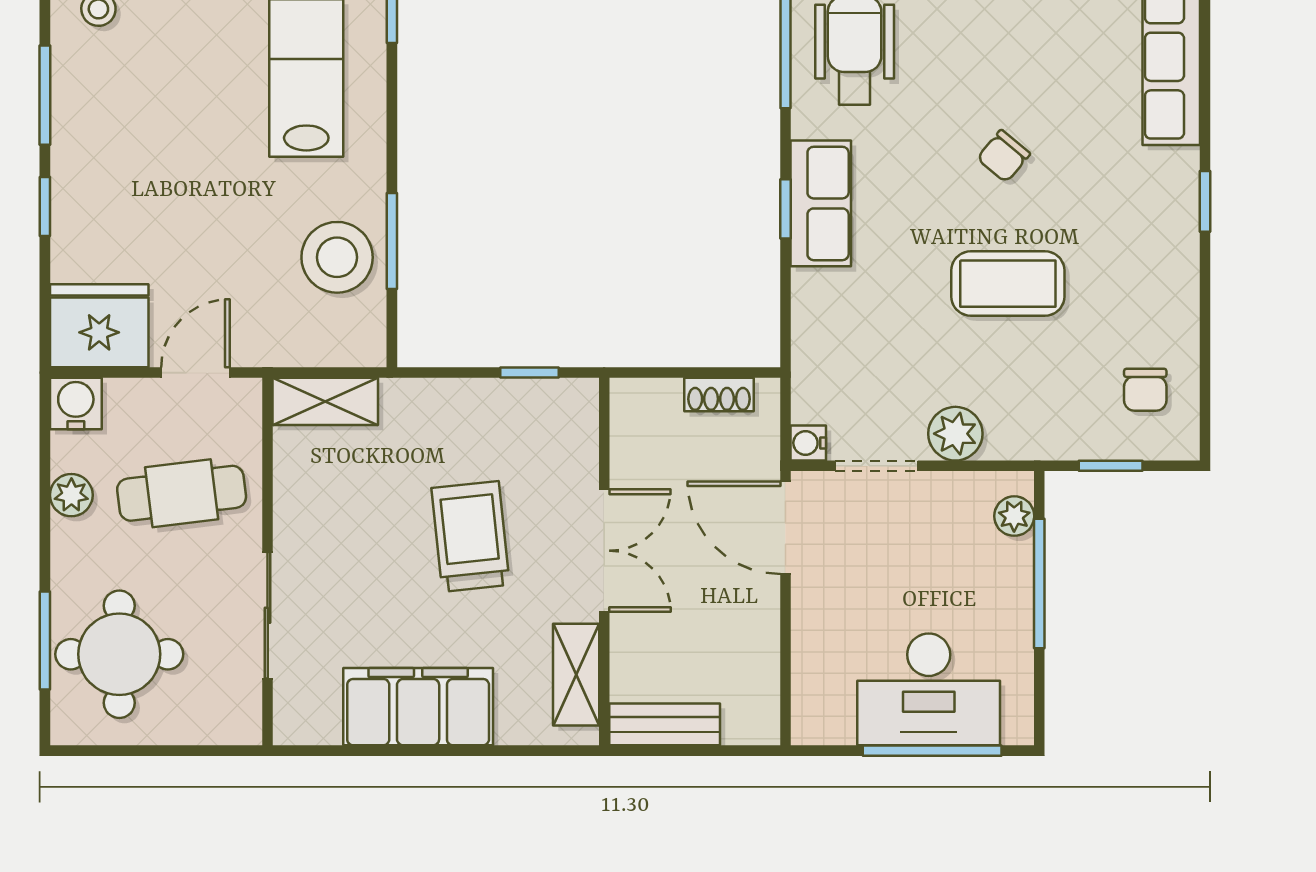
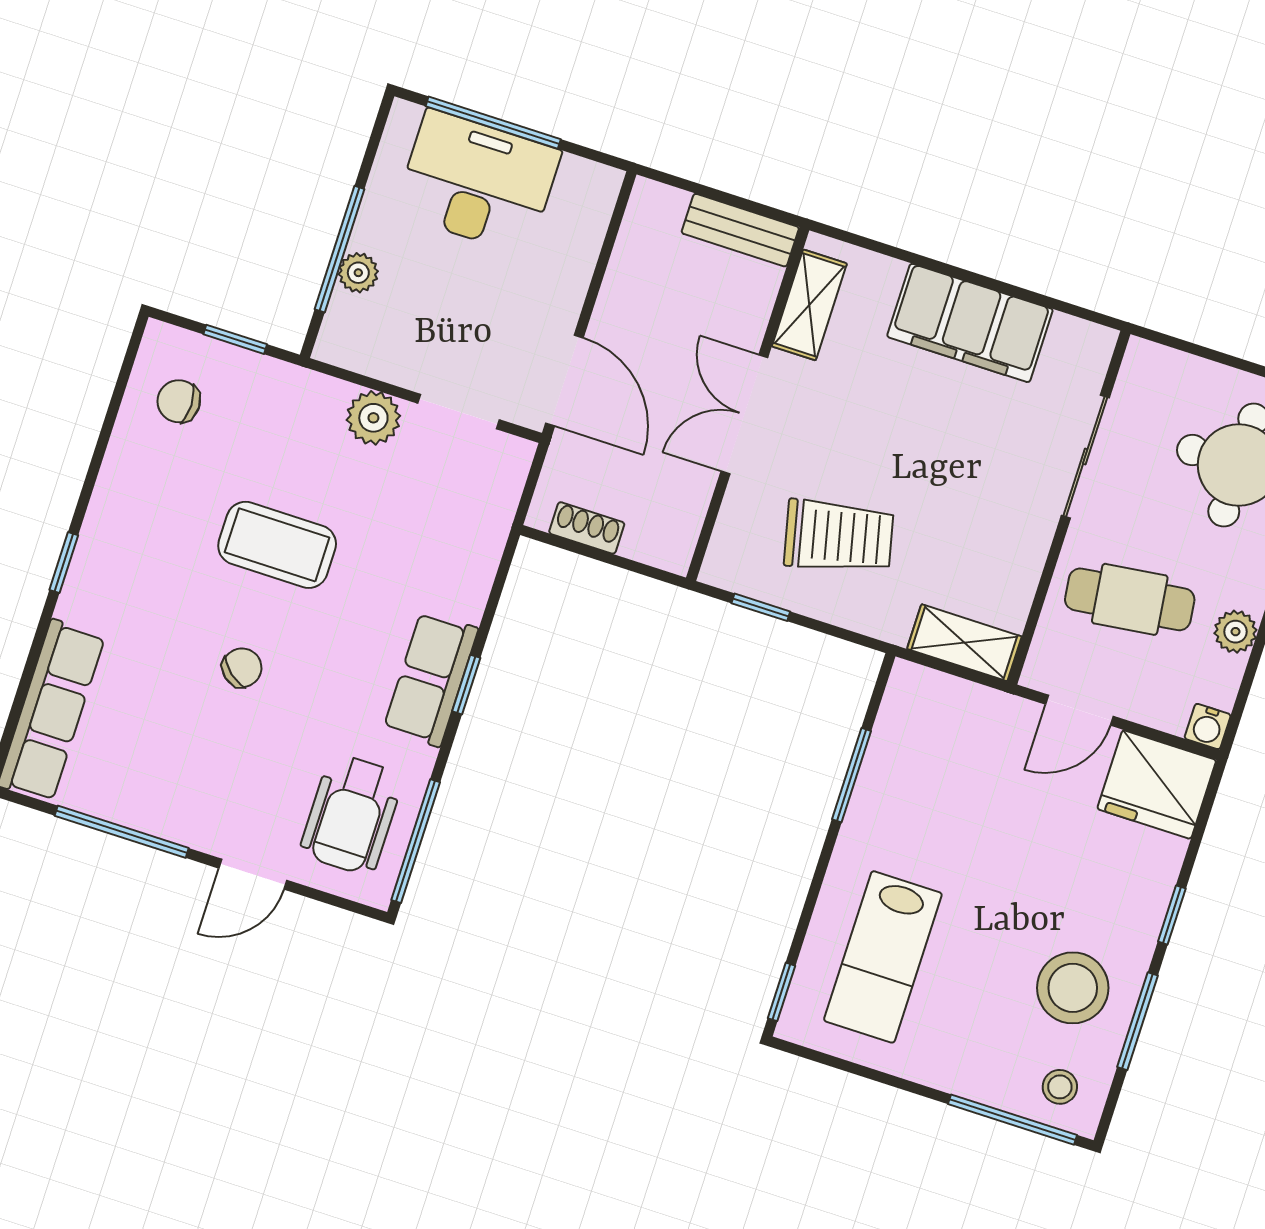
stool: (337, 257) -> (1073, 988), moved
chair: (1145, 390) -> (179, 401), turned -90
water cooler: (76, 404) -> (1208, 727), width x0.72, depth x0.72
water cooler: (808, 443) -> (517, 454), removed
plant: (1014, 516) -> (358, 273), moved
trolley: (470, 536) -> (839, 536), moved, turned -97

